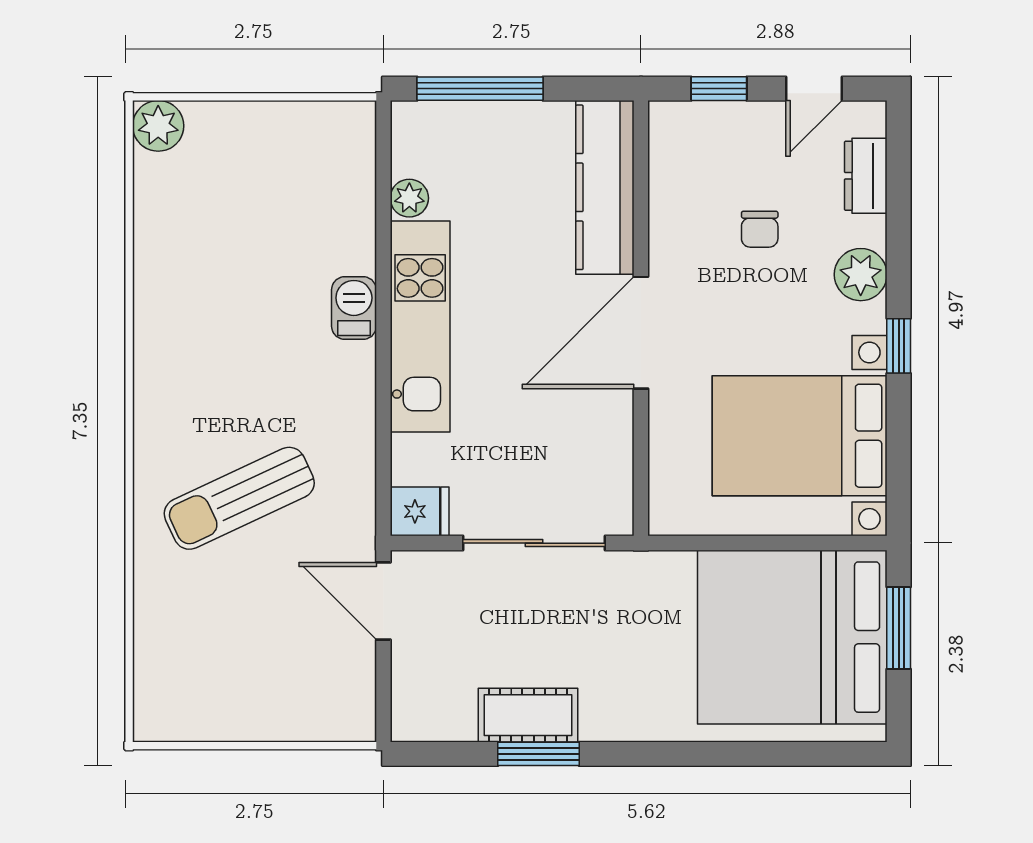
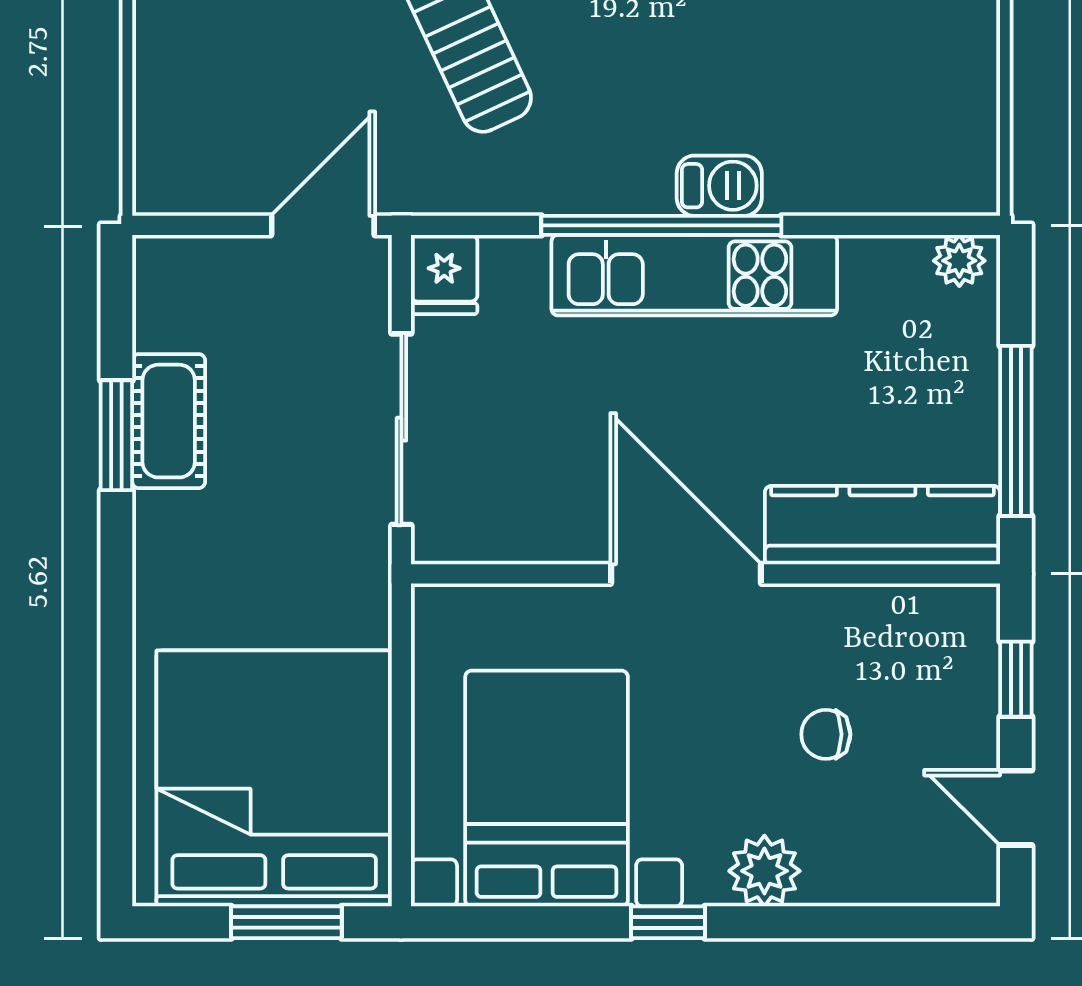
window: (480, 89) -> (1016, 431), moved
dresser: (866, 176) -> (898, 878), removed
plant: (409, 198) -> (959, 261), moved
window: (383, 351) -> (661, 225), added

